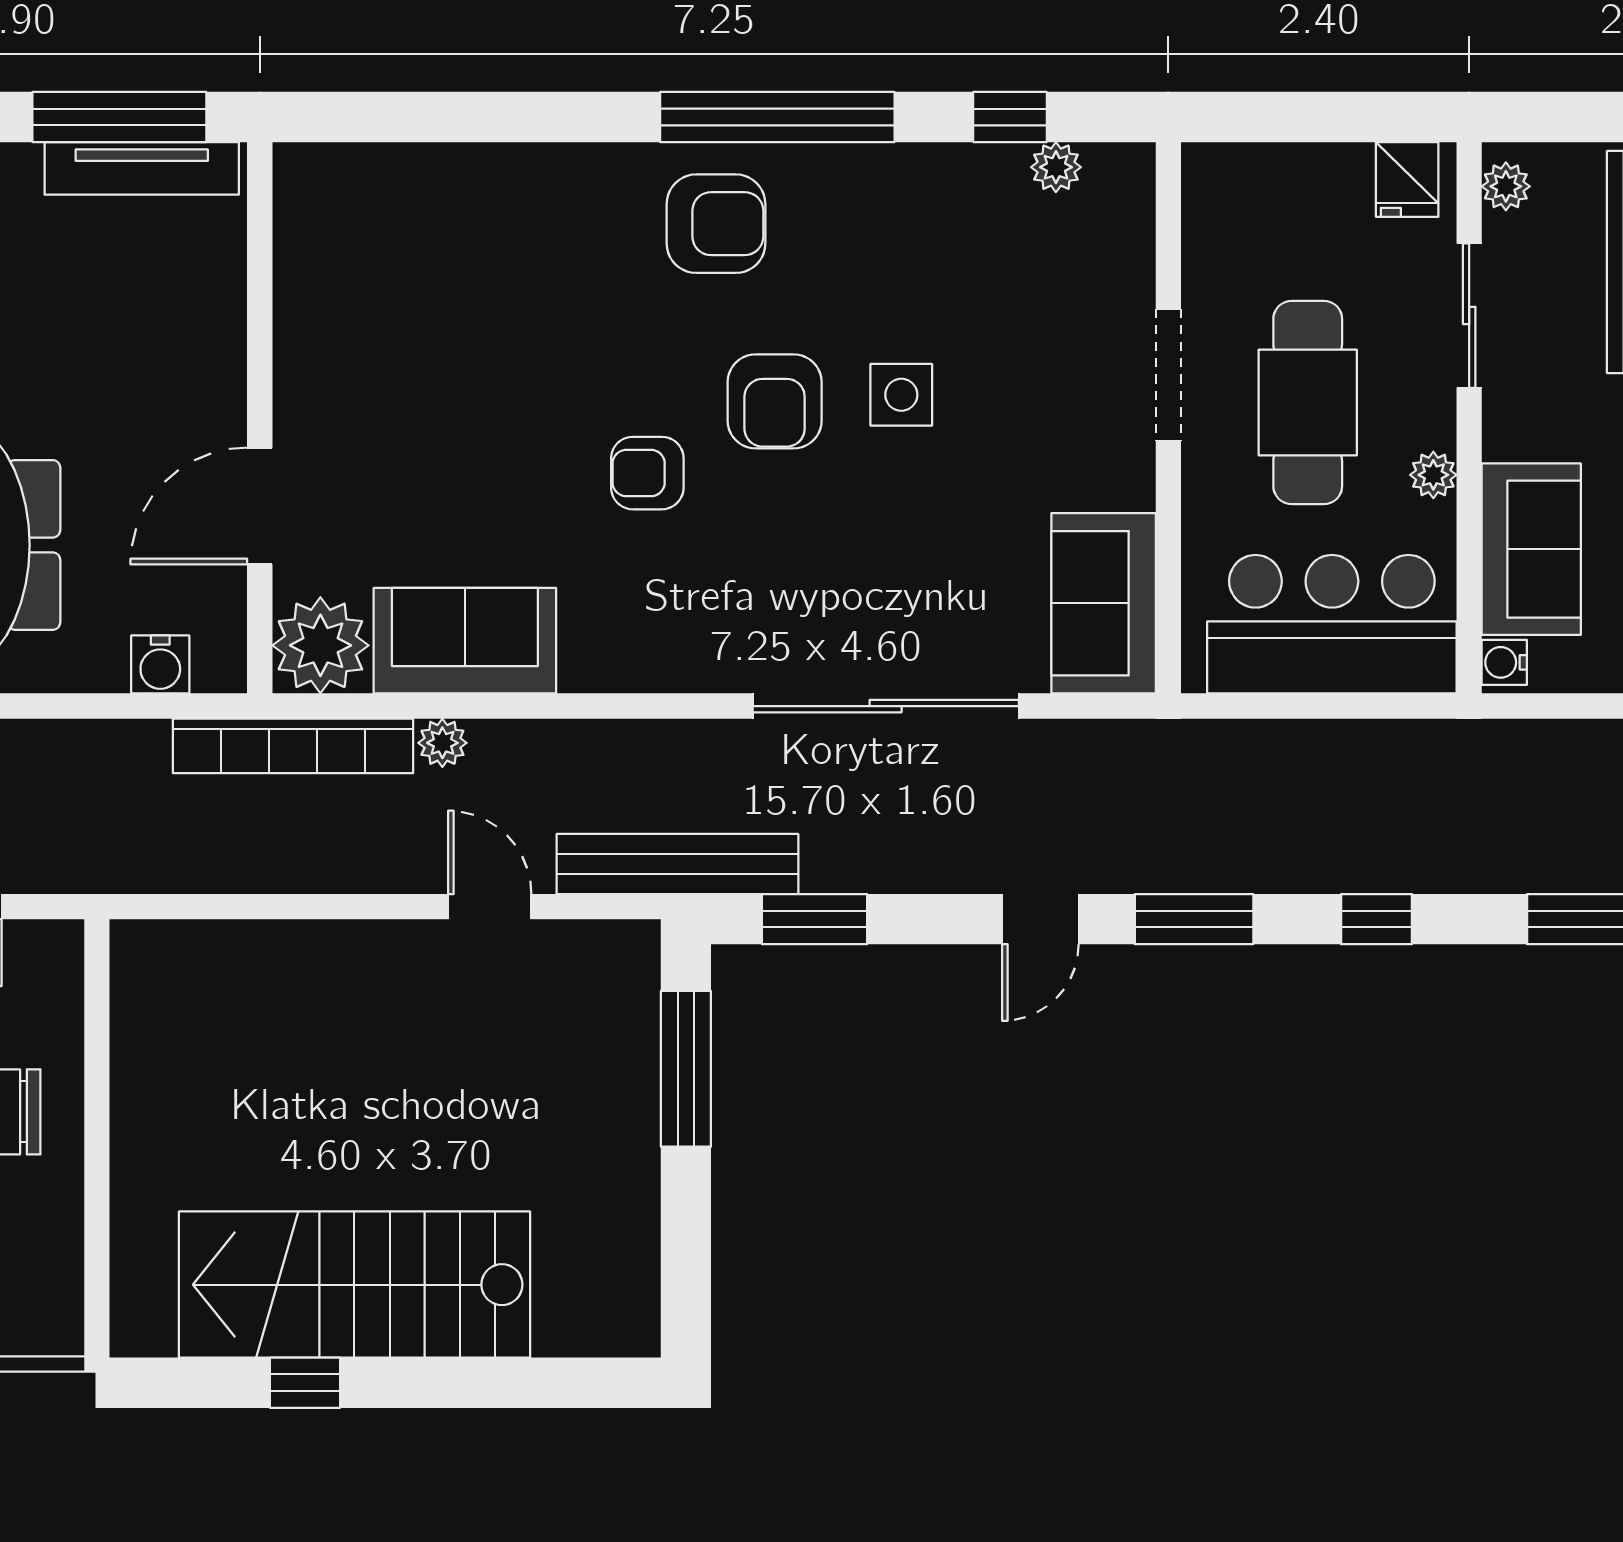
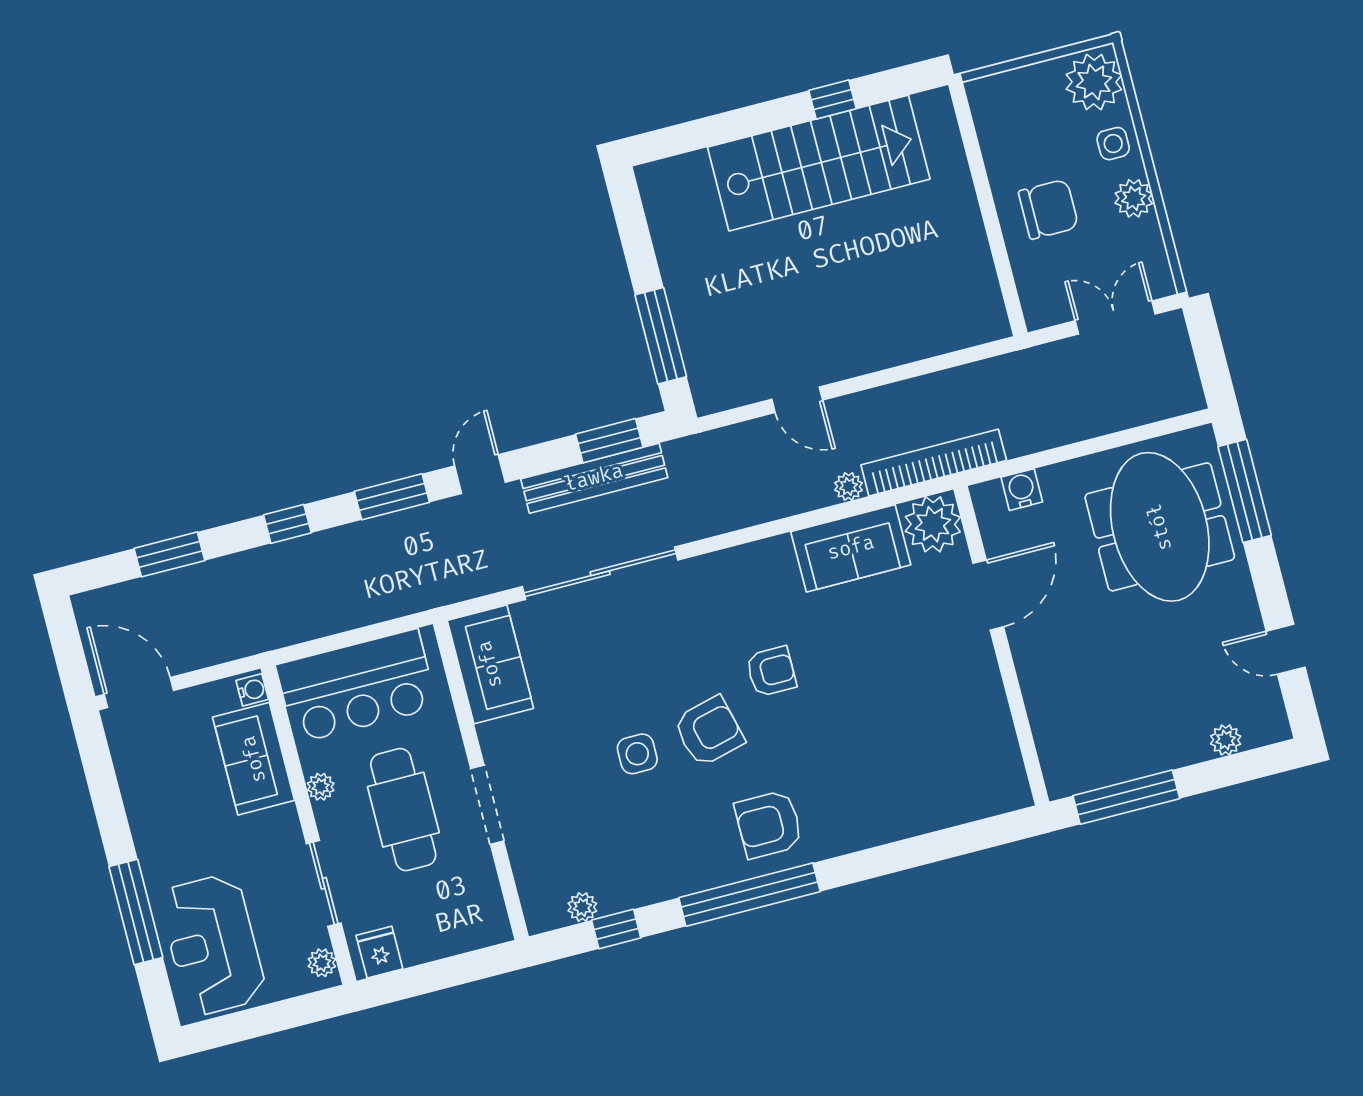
tv unit: (142, 168) -> (1106, 771), removed
armchair: (775, 401) -> (709, 731), turned 76
bench: (677, 864) -> (594, 478), moved

